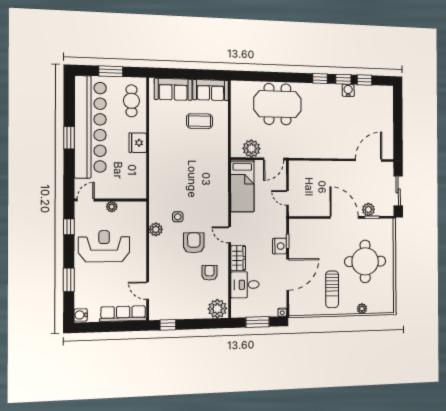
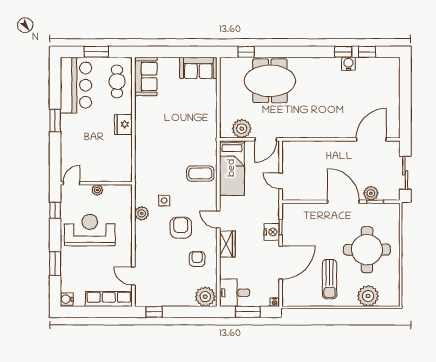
window: (320, 79) -> (246, 52), moved
sofa: (173, 89) -> (146, 76), moved, turned -90
coffee table: (200, 121) -> (200, 173), moved
bar counter: (90, 127) -> (76, 85), width x0.54
desk: (245, 285) -> (234, 293), moved
plant: (362, 309) -> (368, 296), width x1.87, depth x1.87

